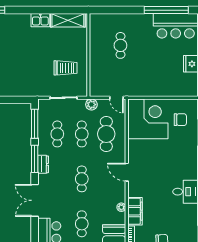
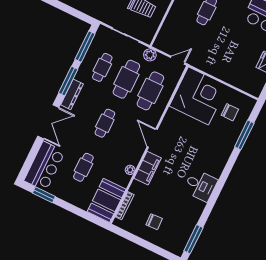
door: (116, 98) -> (178, 60), swing flipped
cafe table: (82, 134) -> (126, 79), width x1.37, depth x1.35
dresser: (43, 164) -> (72, 94), width x1.44
double door: (35, 200) -> (48, 122), swing flipped
filing cabinet: (135, 211) -> (148, 168), moved

